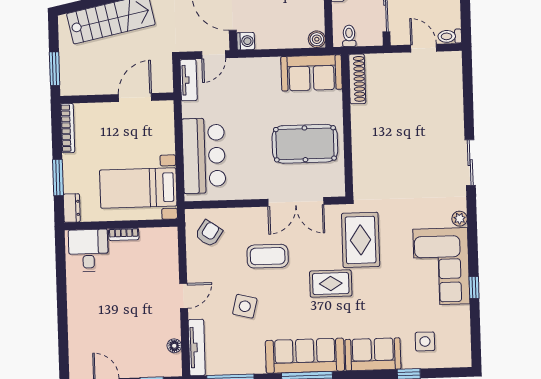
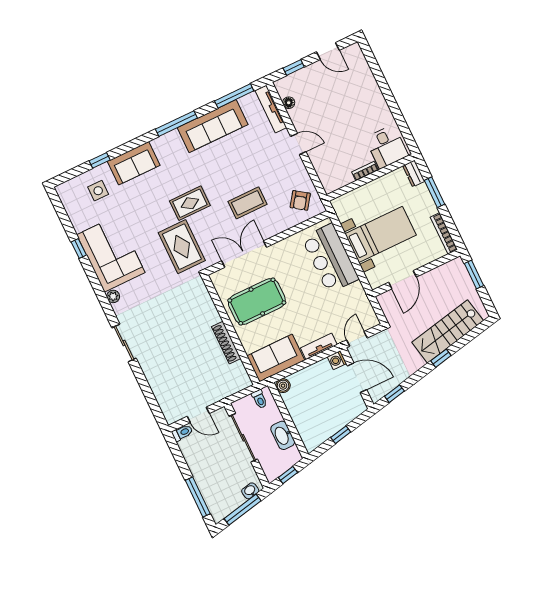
shoe rack: (357, 79) -> (226, 343), moved
tv unit: (189, 80) -> (319, 346), moved, turned 90
bed with nightstands: (138, 188) -> (381, 234), moved
door: (184, 296) -> (298, 144), swing flipped
side table: (245, 306) -> (248, 157), removed
sofa: (305, 356) -> (213, 126), moved

